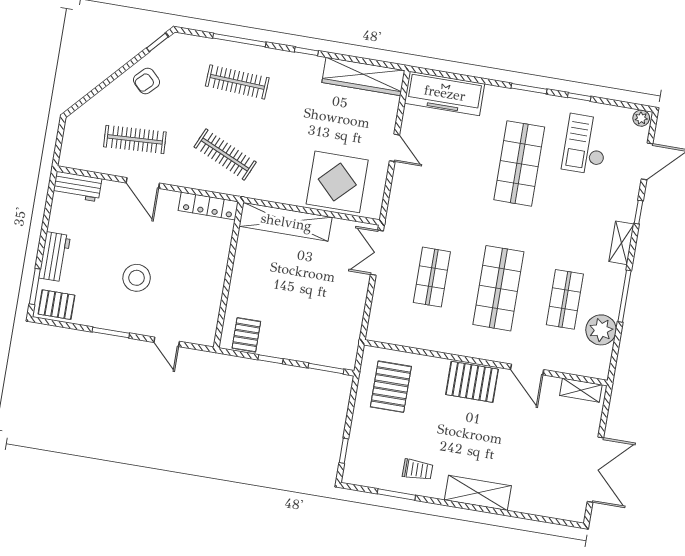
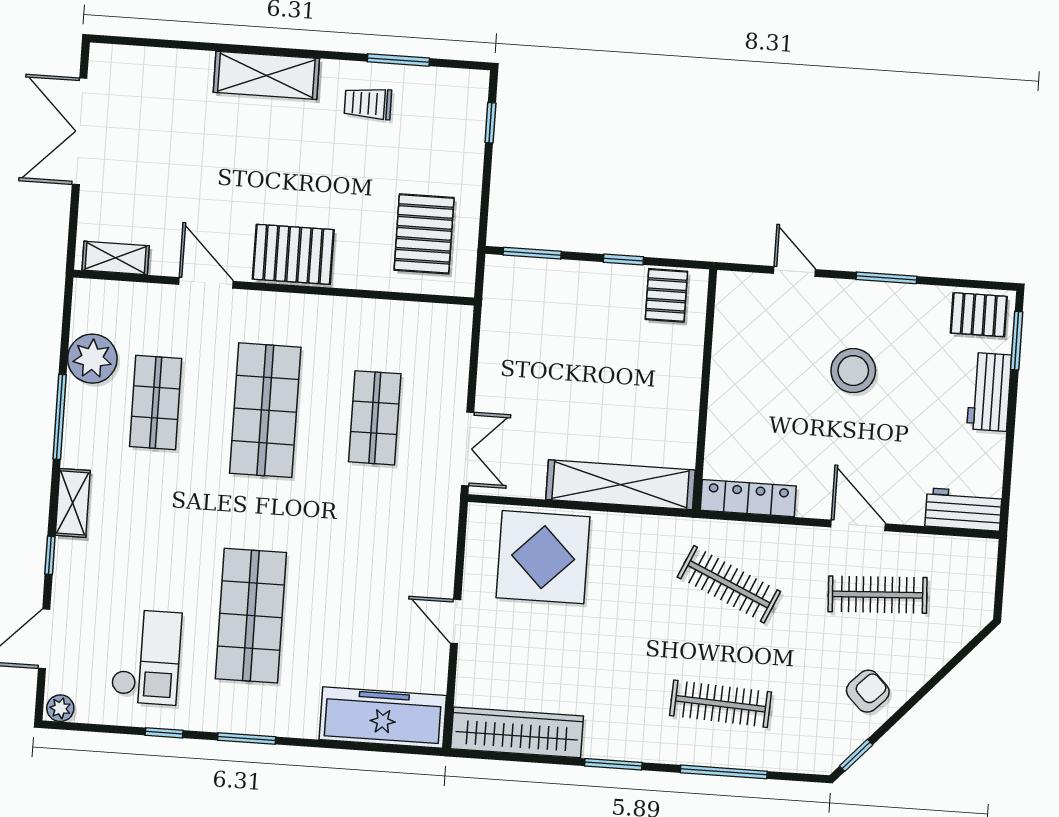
window: (306, 51) -> (613, 764), width x1.50

